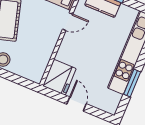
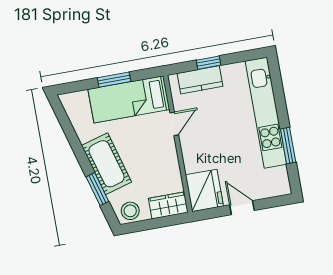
wardrobe: (30, 72) -> (168, 205), added

